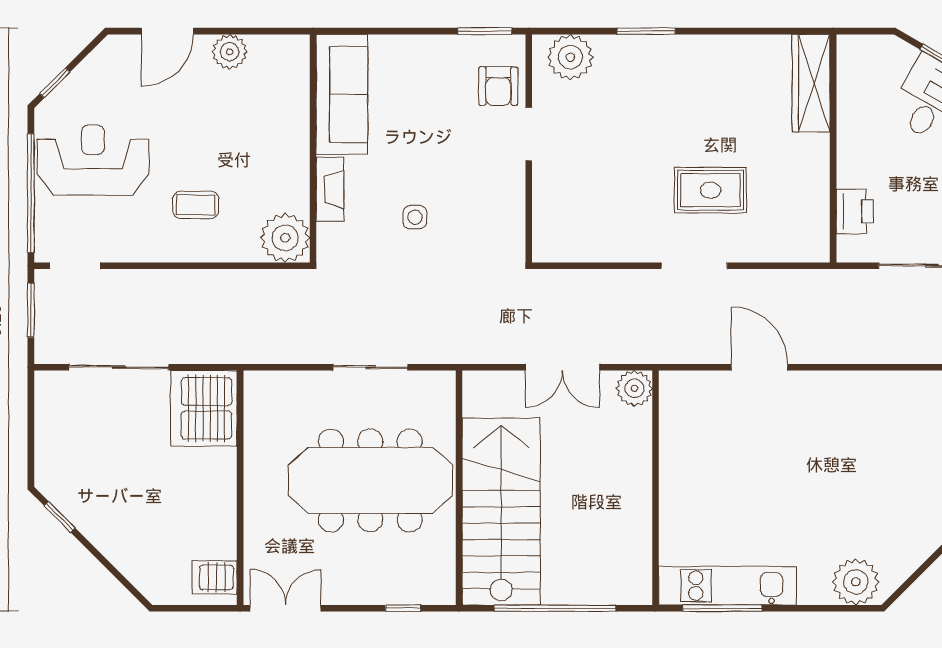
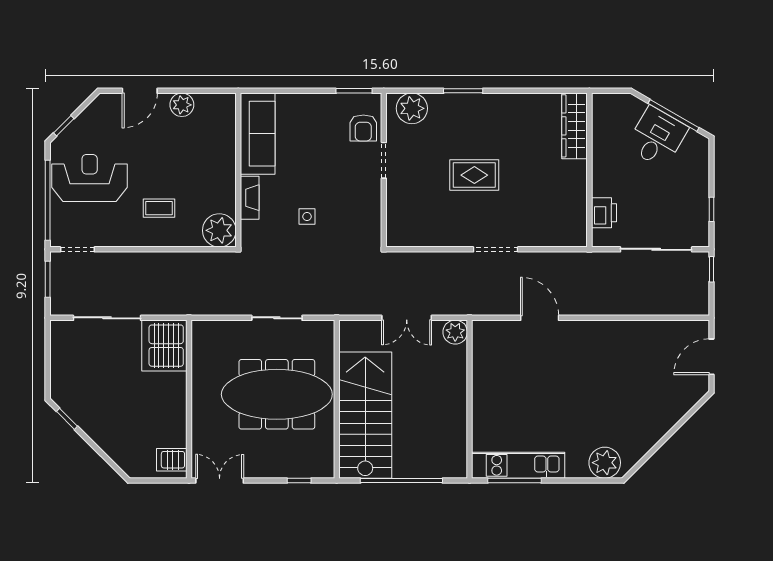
rug: (710, 190) -> (474, 175), moved

